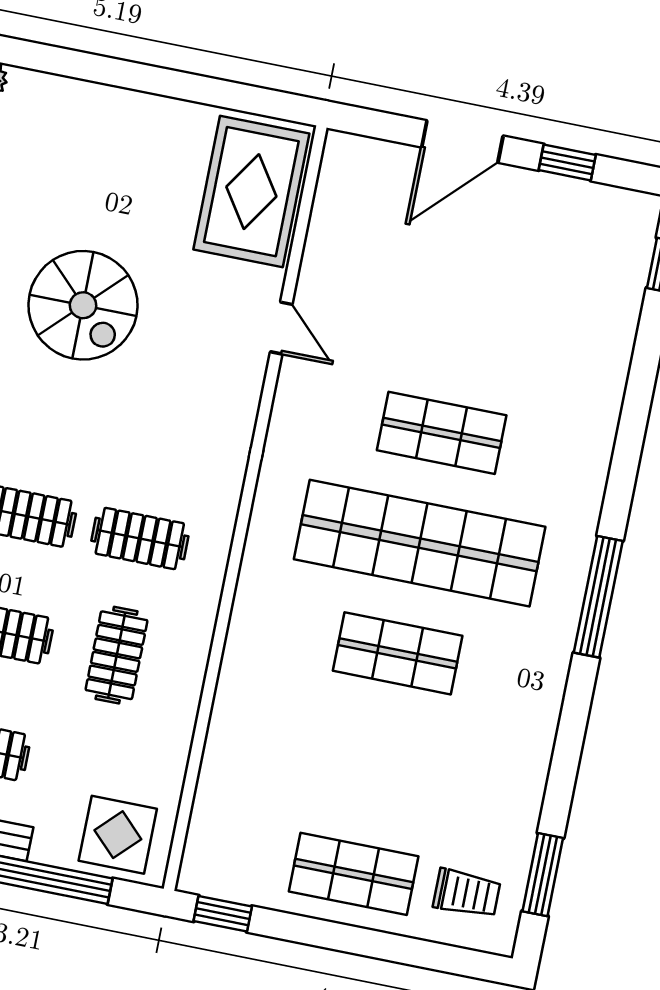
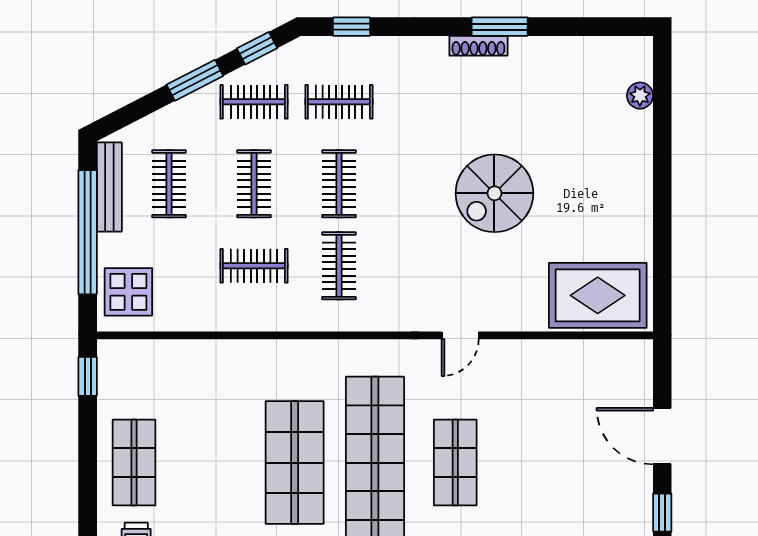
door: (281, 328) -> (460, 335), moved
shop shelf: (398, 653) -> (295, 463), width x1.43, depth x1.36

